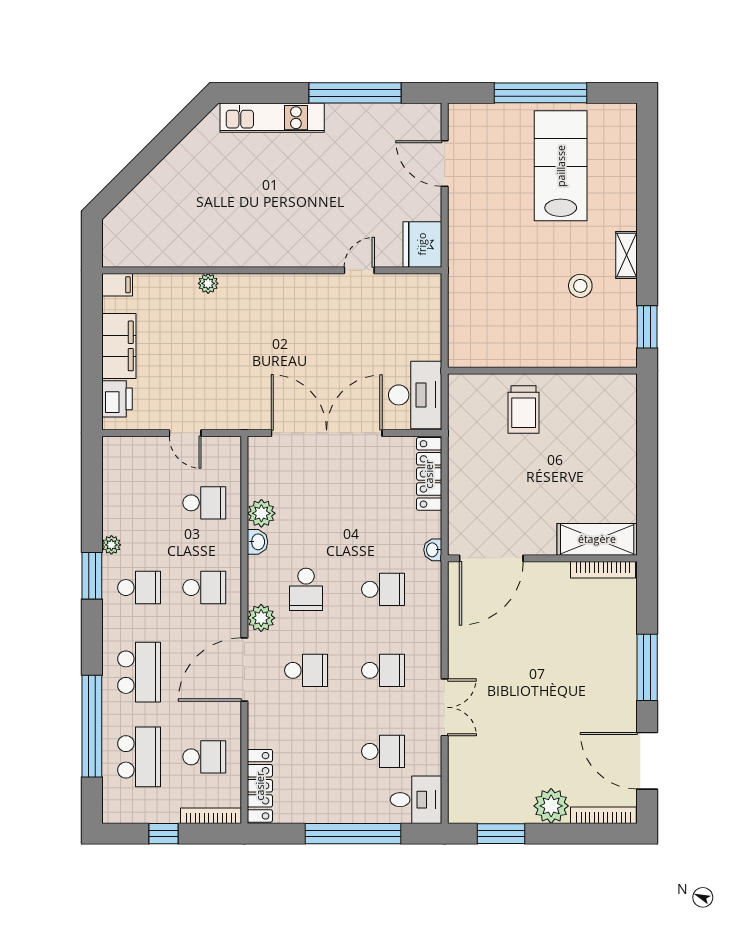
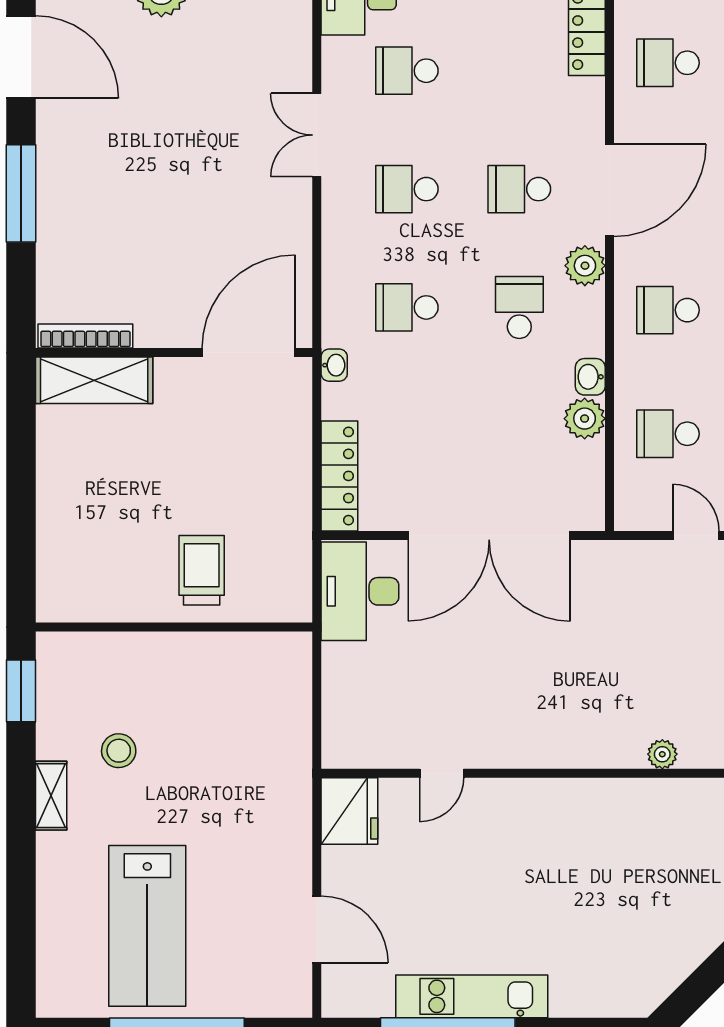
kitchen unit: (272, 118) -> (472, 996), moved

